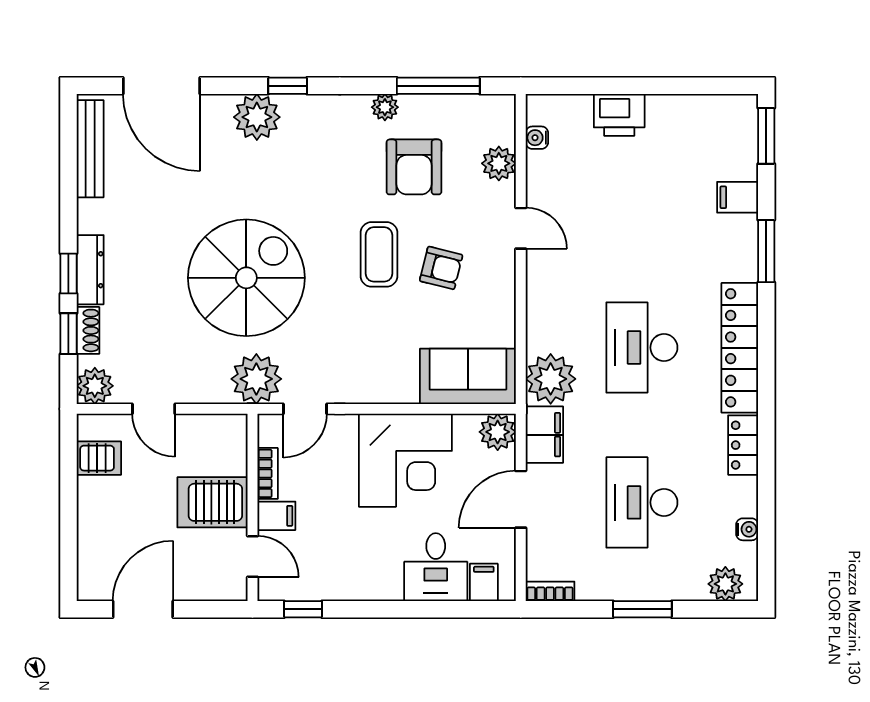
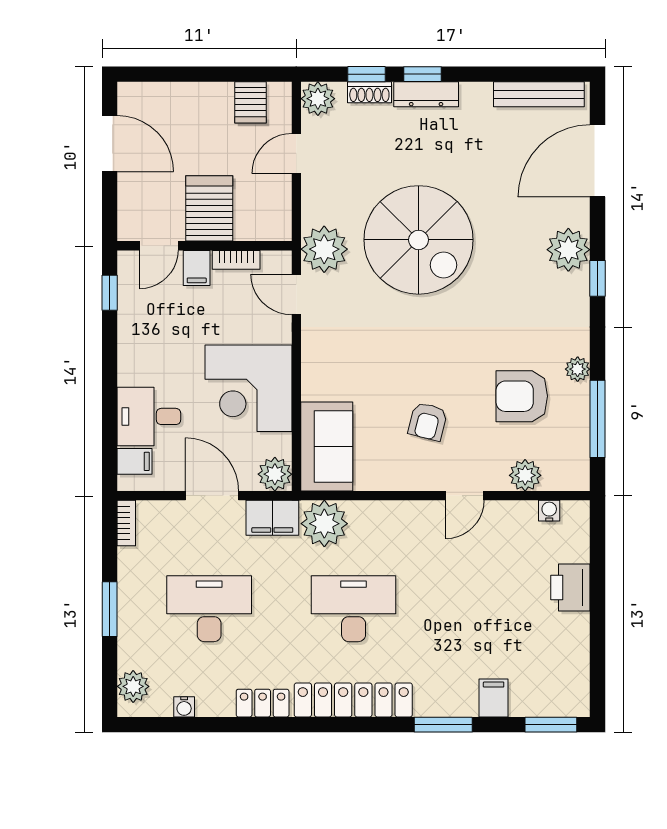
coffee table: (379, 254) -> (440, 364), removed

